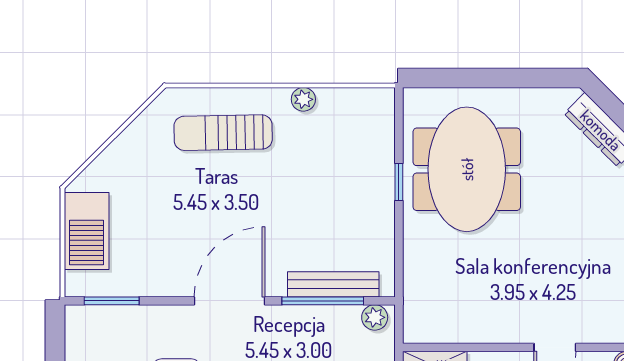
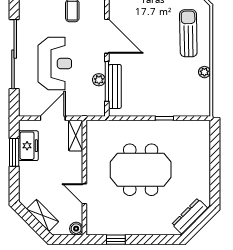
meeting table: (467, 169) -> (141, 170), moved
plant: (375, 317) -> (99, 80), moved

